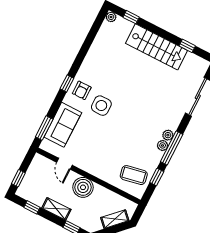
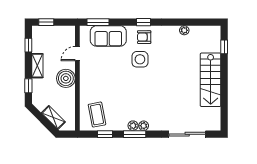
plant: (111, 17) -> (184, 30), moved
window: (187, 46) -> (224, 104), removed
window: (172, 148) -> (135, 134), width x0.69

